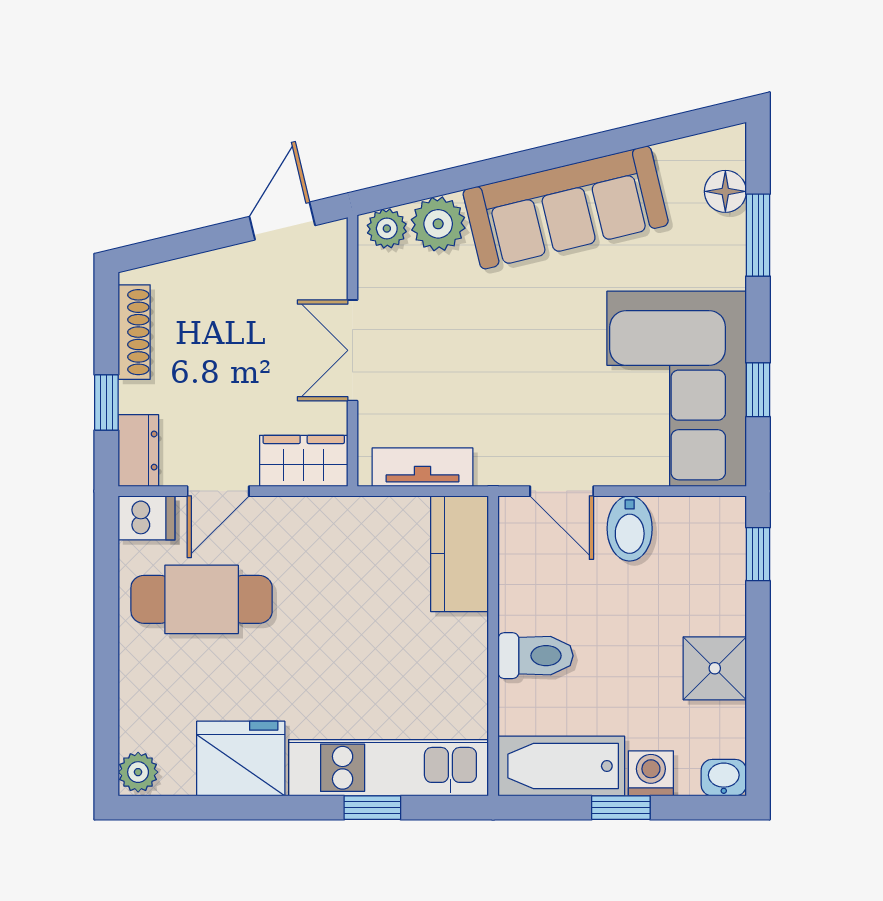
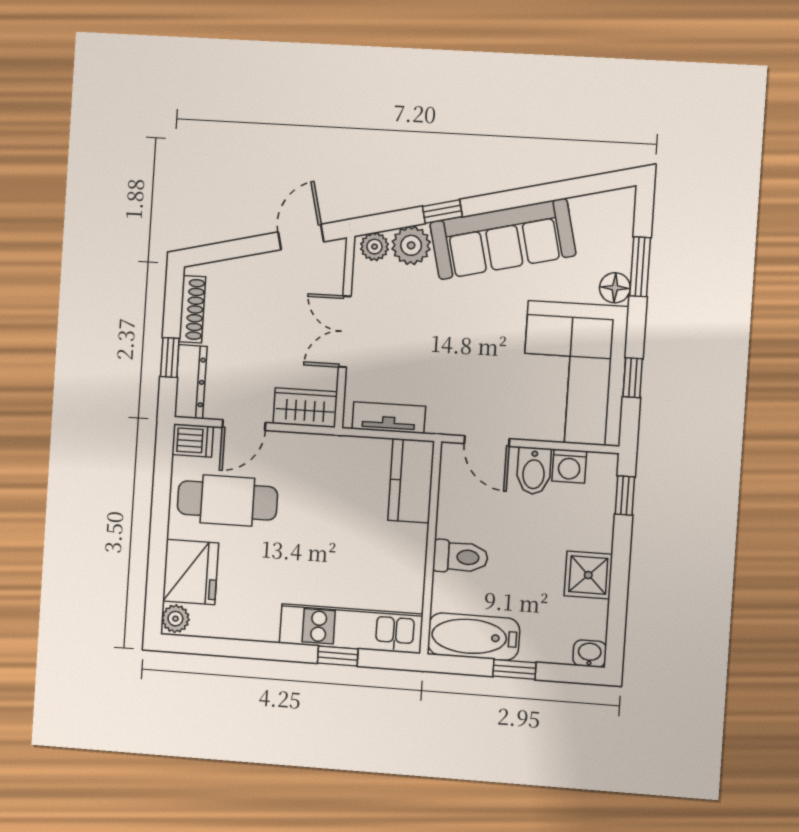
window: (479, 174) -> (442, 212), added
floor lamp: (725, 191) -> (615, 288), moved
dresser: (138, 451) -> (191, 382), width x1.44
fridge: (241, 759) -> (191, 572), moved, turned 90
washing machine: (651, 773) -> (569, 466), moved, turned 180

